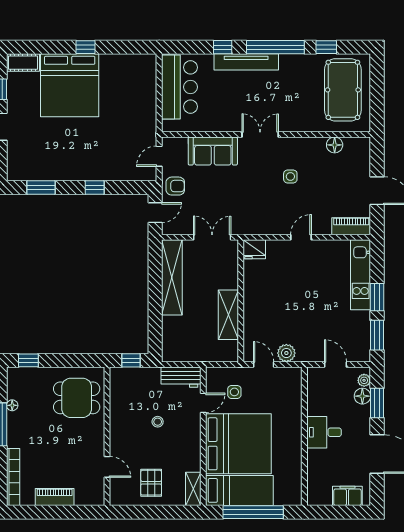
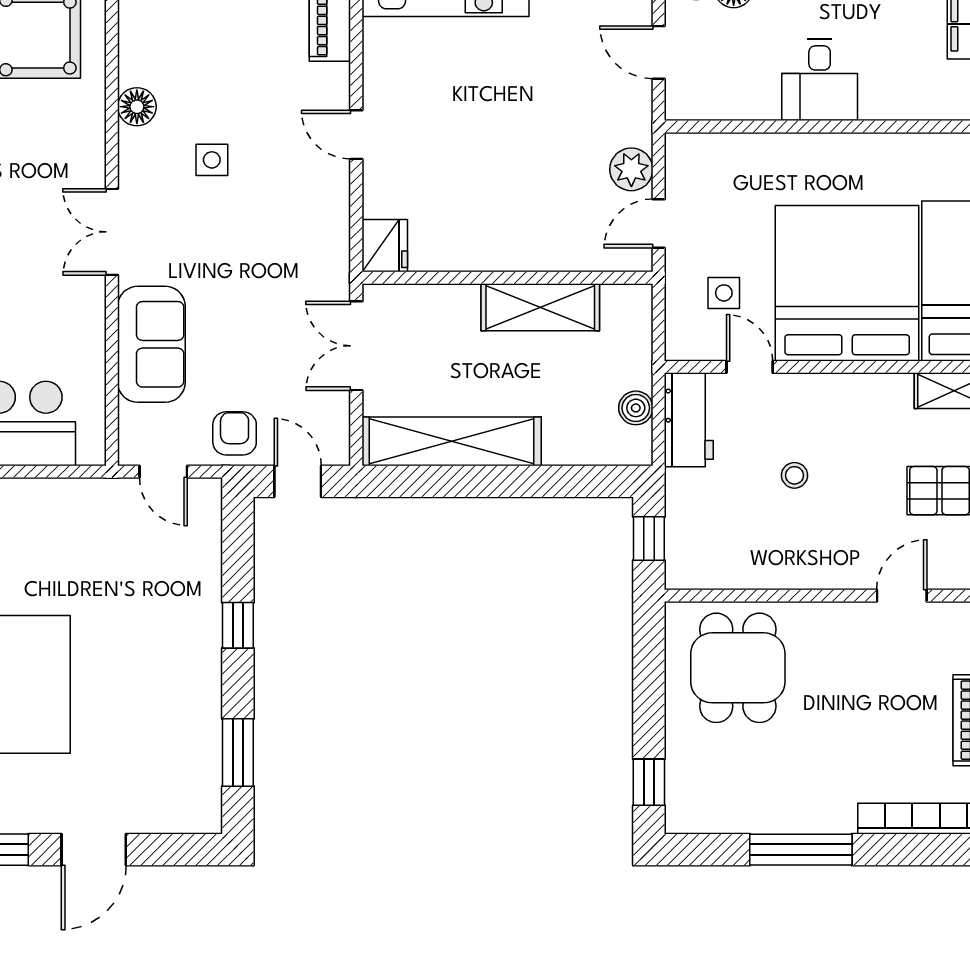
floor lamp: (335, 145) -> (137, 107), moved
boiler: (186, 355) -> (636, 408), added
door: (336, 365) -> (659, 52), hinge flipped
floor lamp: (12, 405) -> (755, 821), removed

